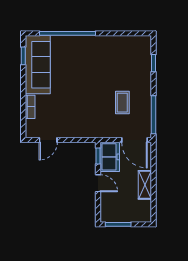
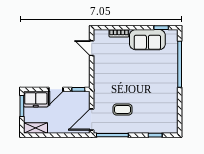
sofa: (38, 65) -> (147, 40), width x0.73
freezer: (110, 157) -> (36, 99), moved
shelving: (145, 185) -> (36, 128), moved

